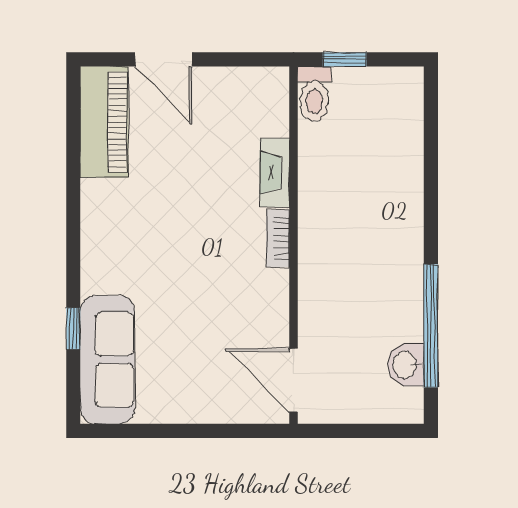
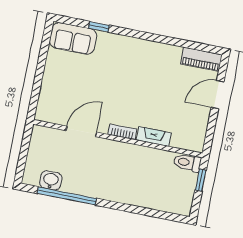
piano: (104, 122) -> (201, 59), width x0.73, depth x0.75
sofa: (107, 360) -> (73, 38), width x0.73
door: (293, 380) -> (81, 131), moved

